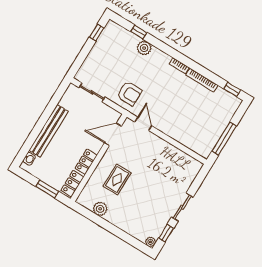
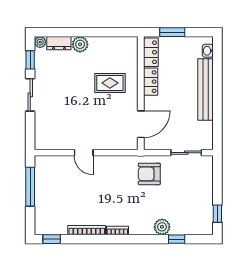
door: (143, 124) -> (84, 153), moved
rug: (117, 179) -> (110, 83), turned 90
plant: (100, 209) -> (80, 44), moved
dresser: (137, 233) -> (59, 43), added

